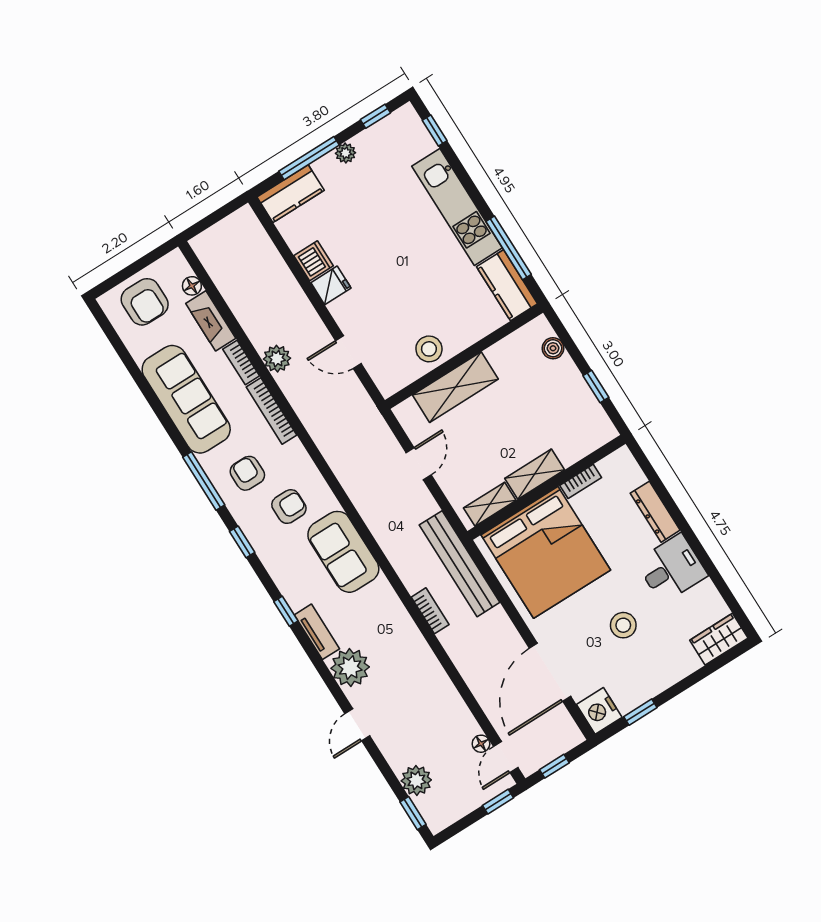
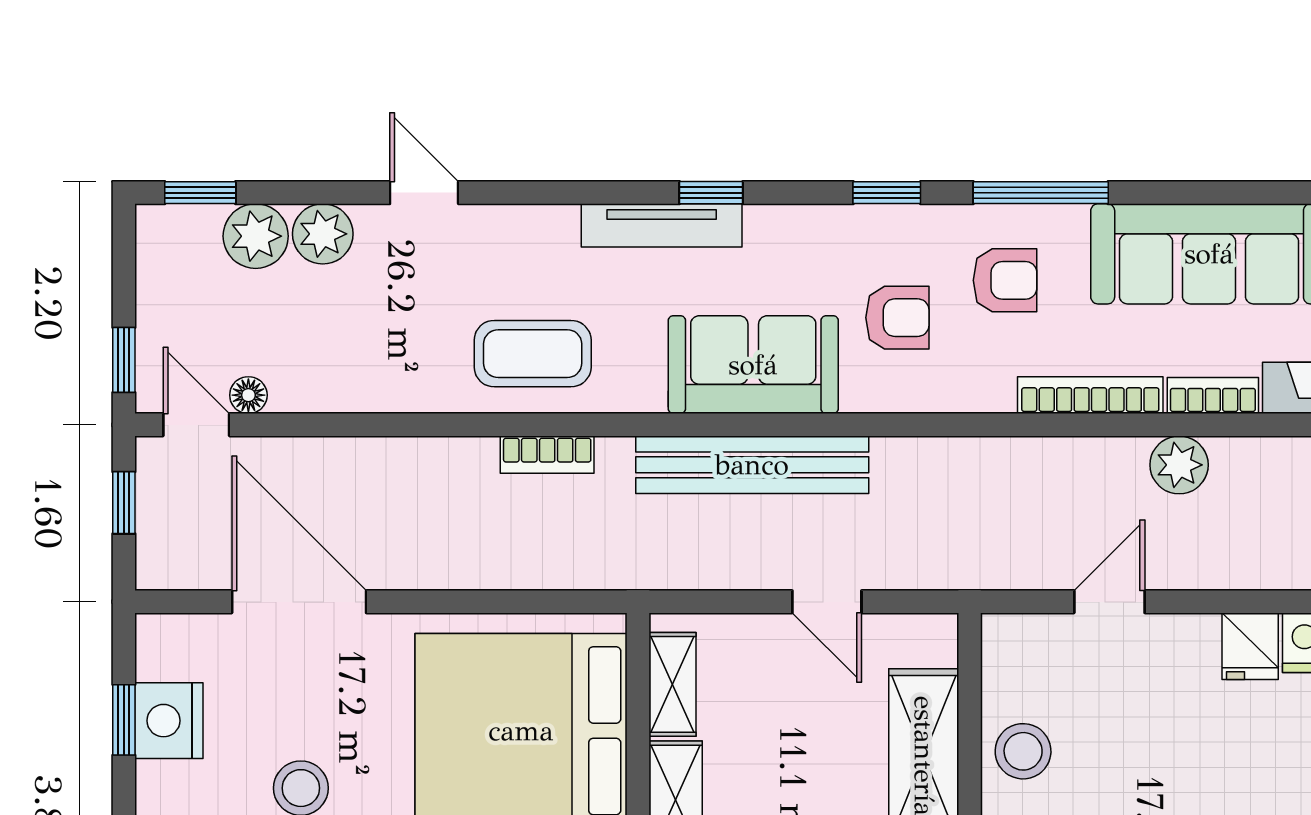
armchair: (289, 507) -> (897, 318), turned -90
bench: (460, 564) -> (752, 465), moved
tv unit: (317, 632) -> (662, 225), width x1.41
coffee table: (394, 642) -> (533, 354), added
plant: (350, 668) -> (323, 234), moved, width x0.73, depth x0.73
nightstand: (599, 711) -> (169, 721), moved, turned -90

